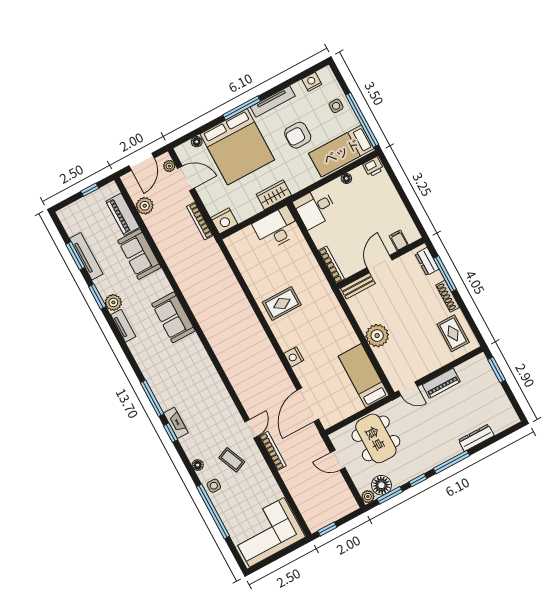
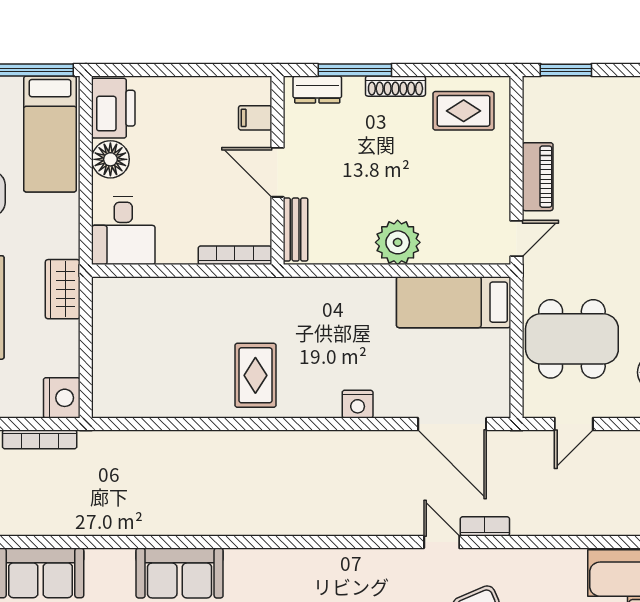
printer: (373, 167) -> (113, 108), width x1.87, depth x1.48
floor lamp: (346, 178) -> (110, 159), width x1.89, depth x1.89
desk: (276, 228) -> (122, 315), removed
bookcase: (273, 451) -> (485, 526), width x0.64

